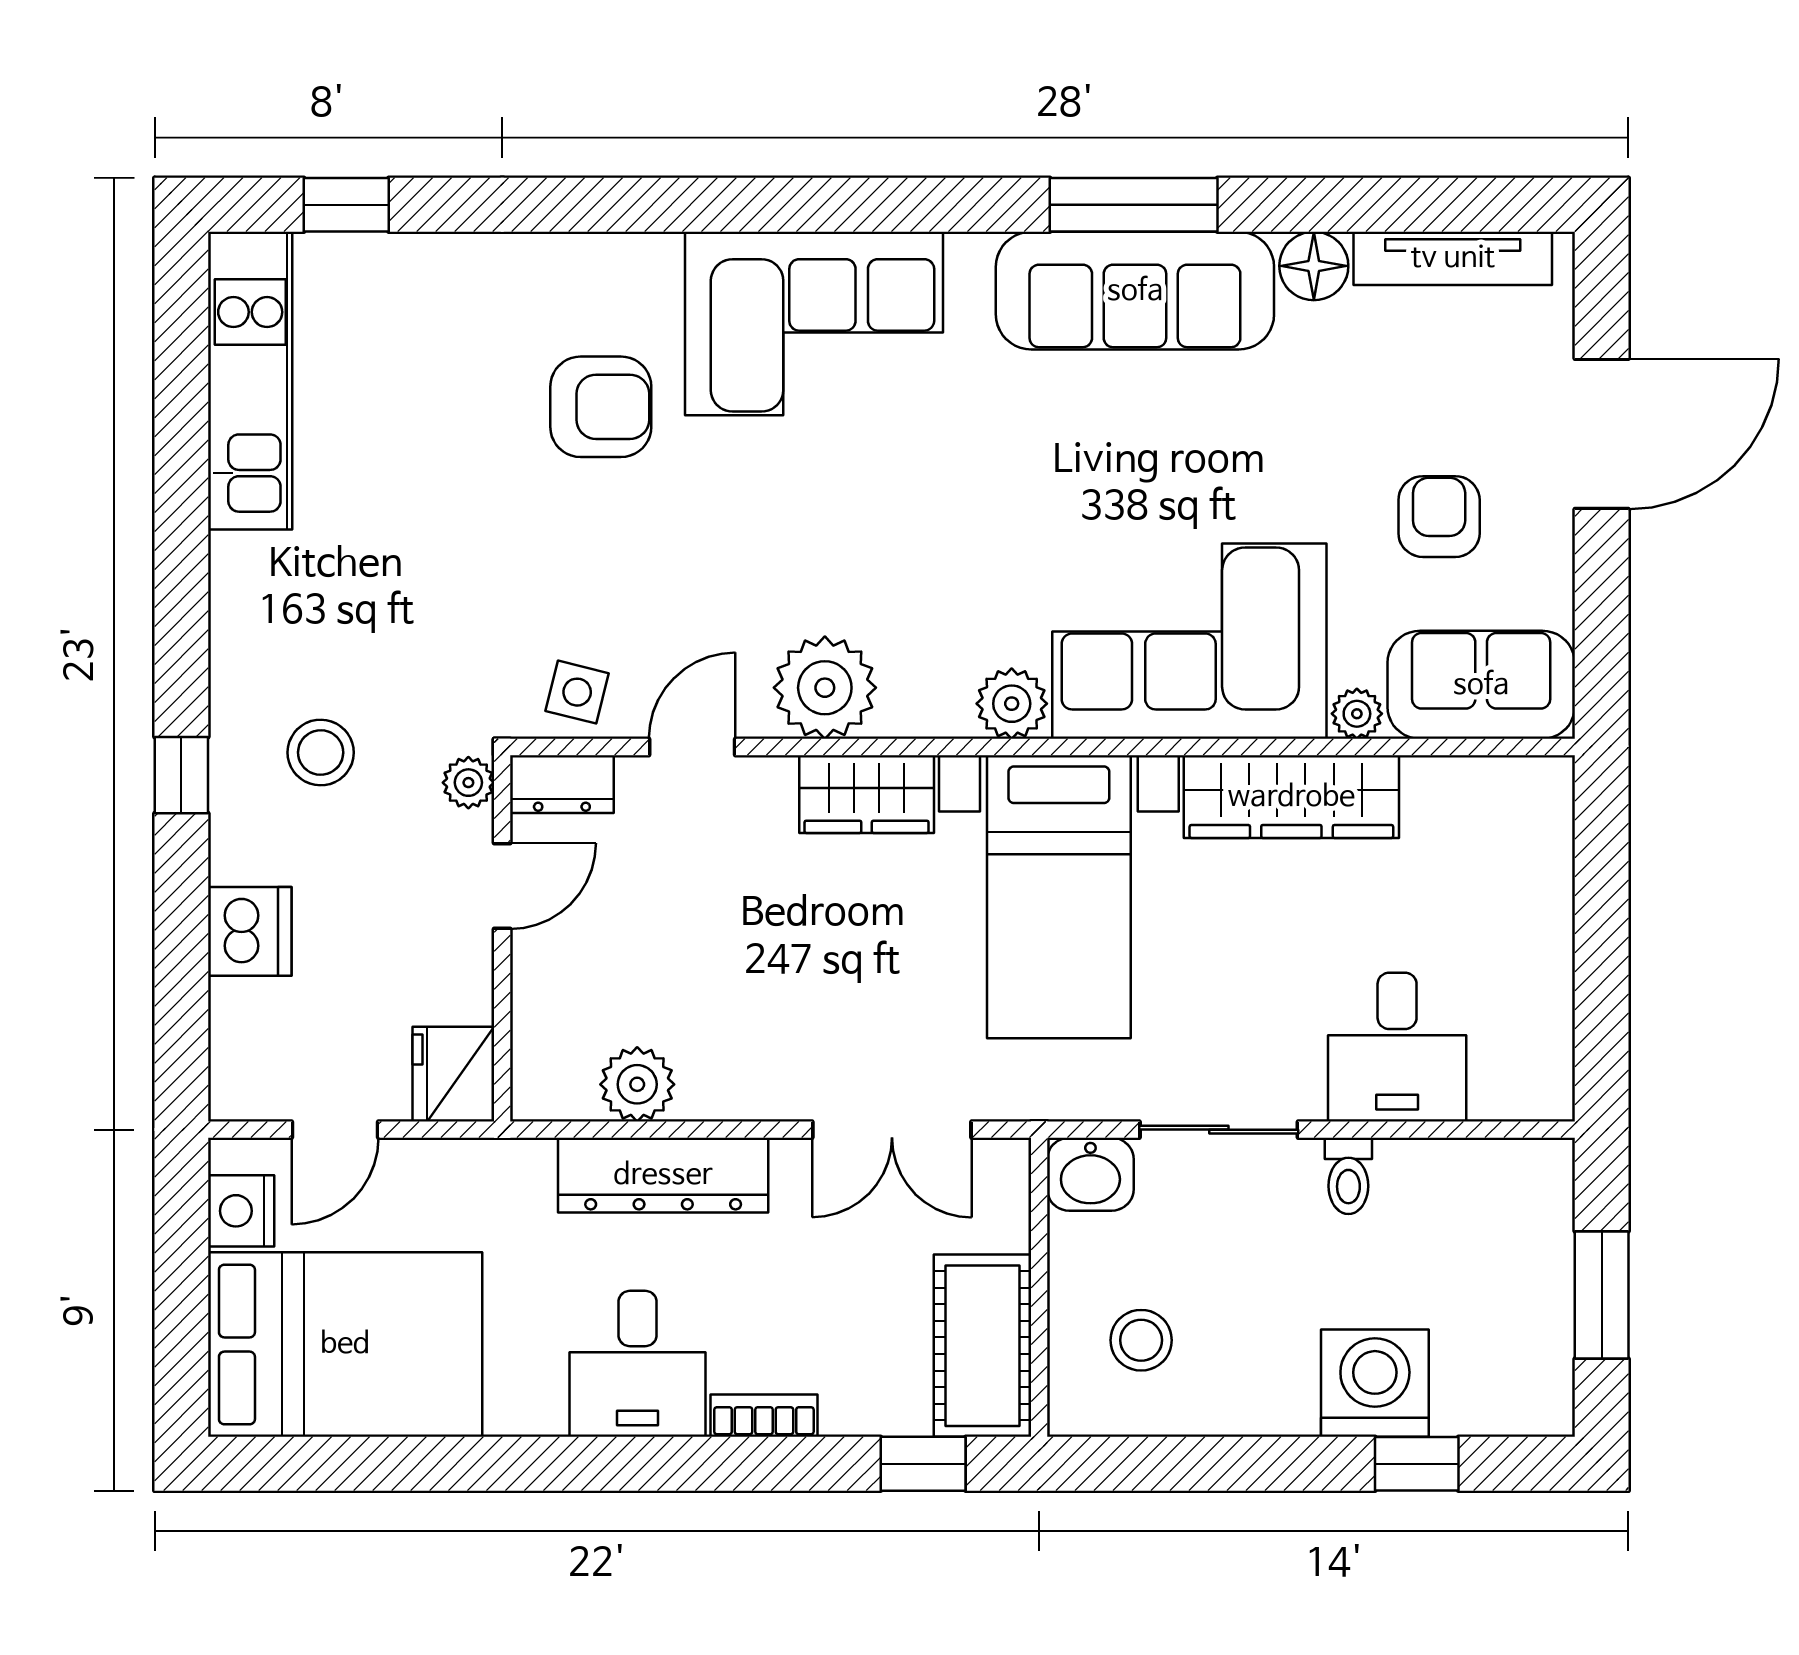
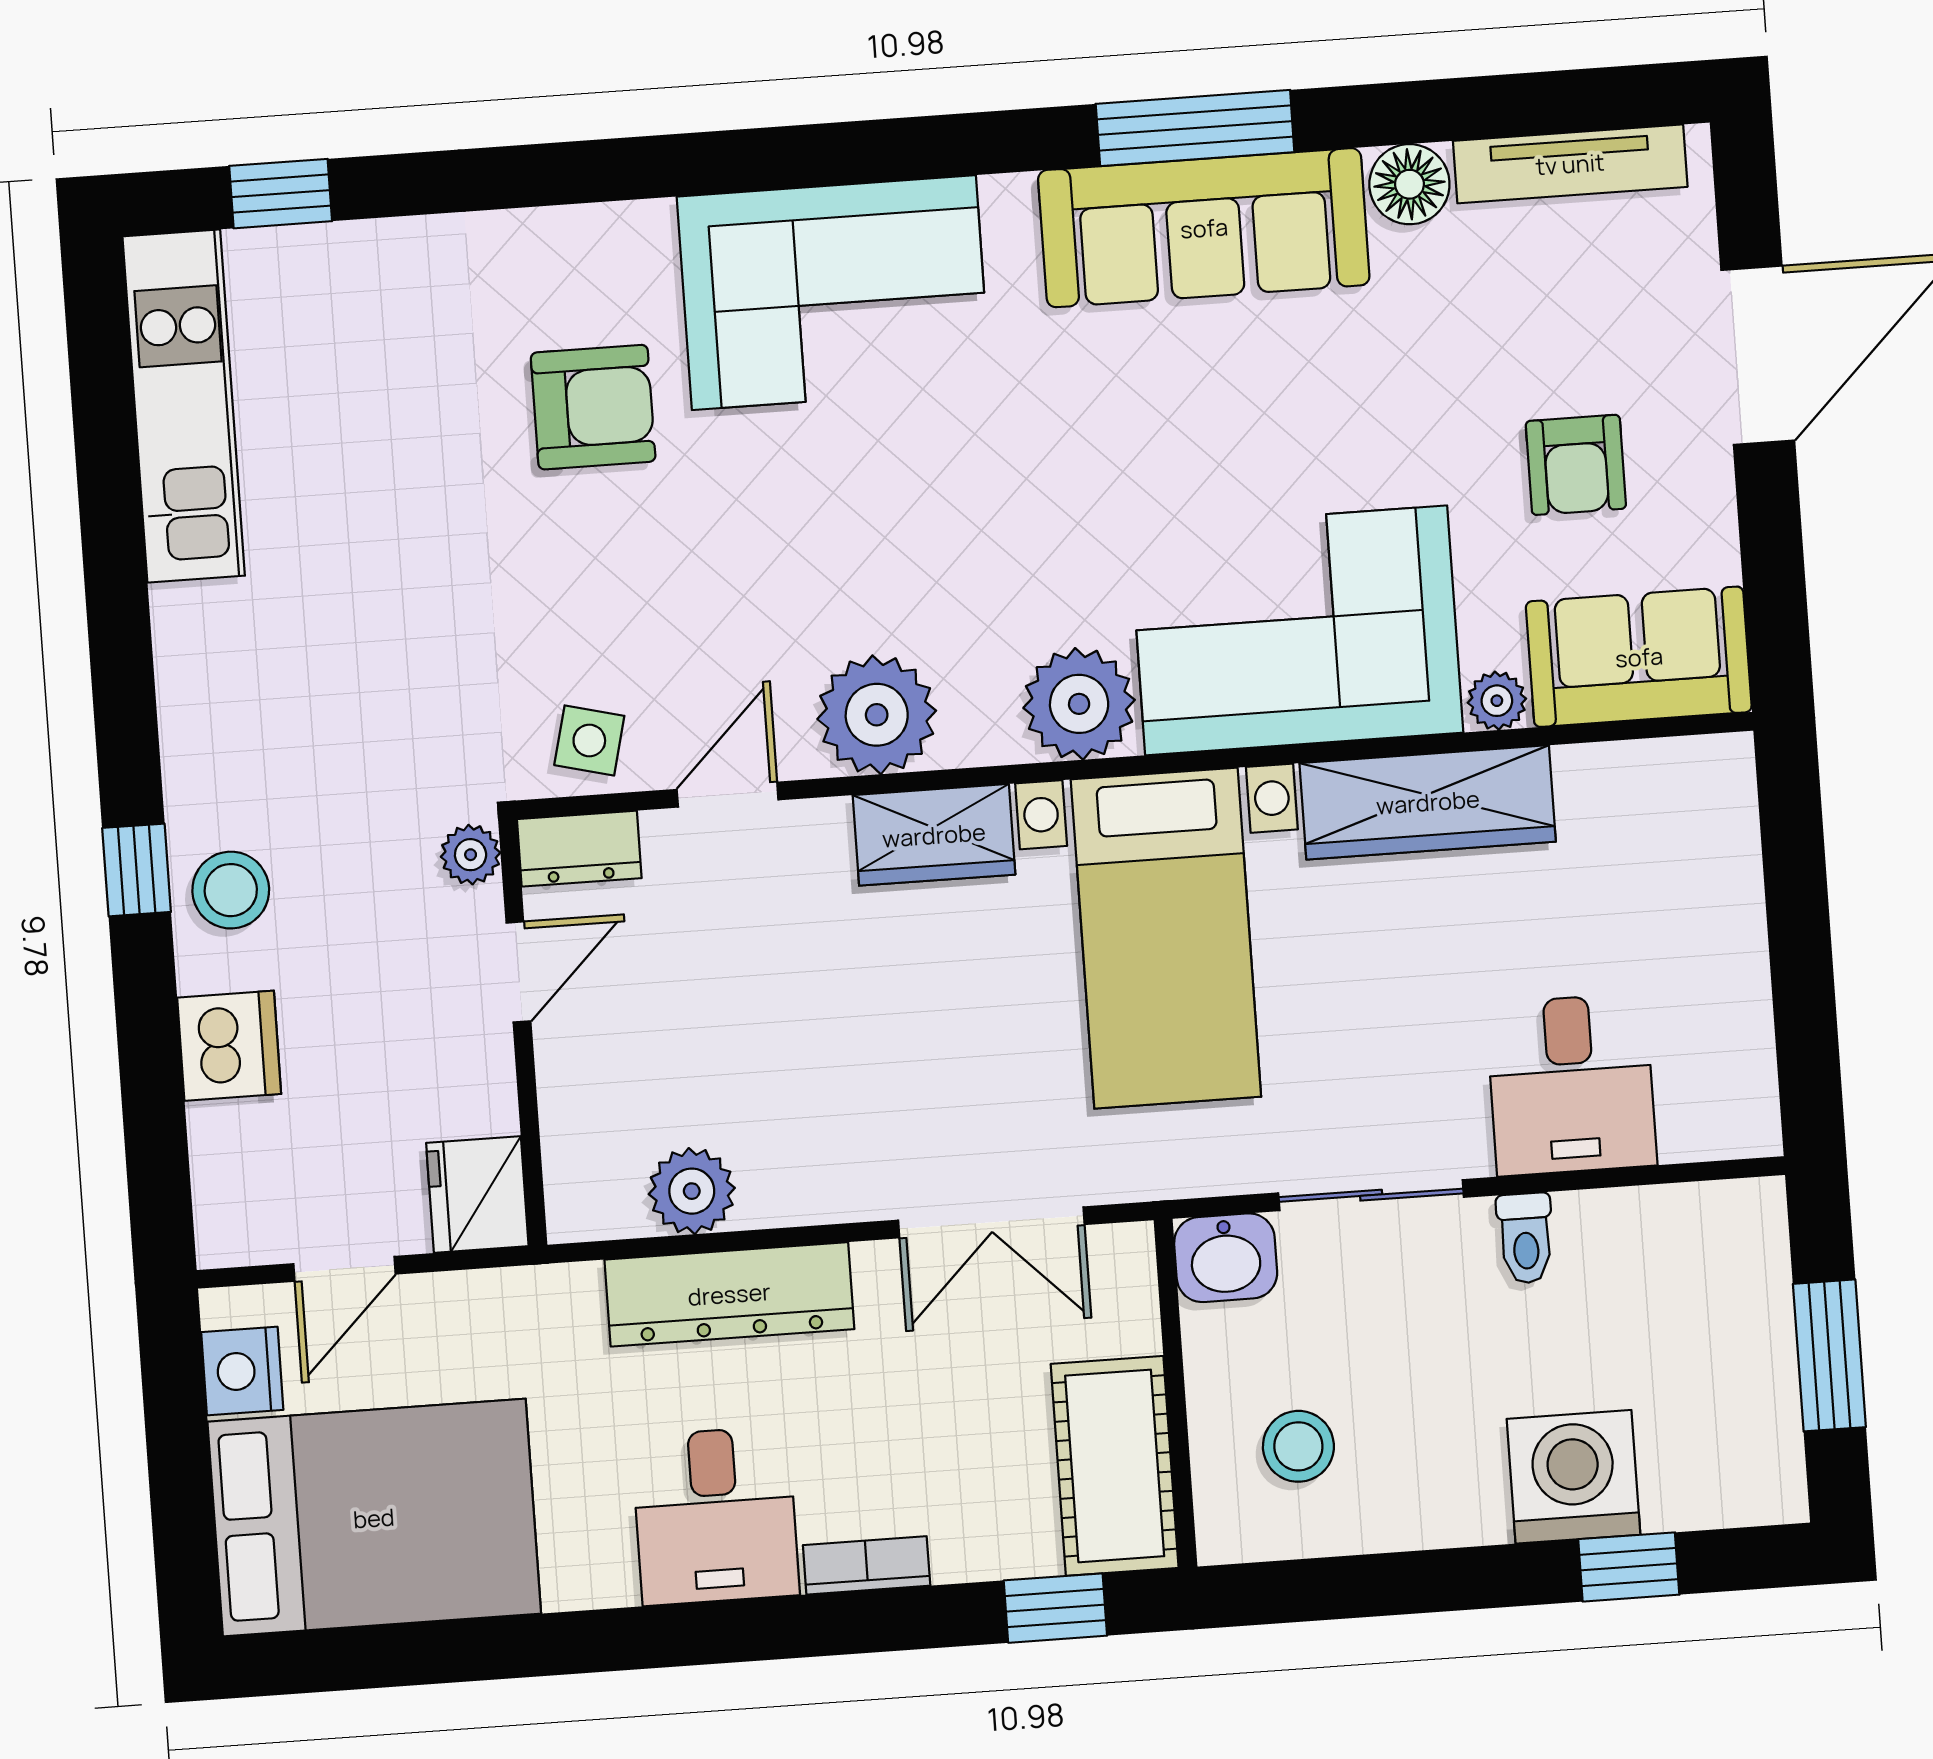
armchair: (1439, 517) -> (1576, 465), turned 180
plant: (1012, 704) -> (1079, 704), width x1.36, depth x1.36
stool: (321, 753) -> (231, 890), moved

